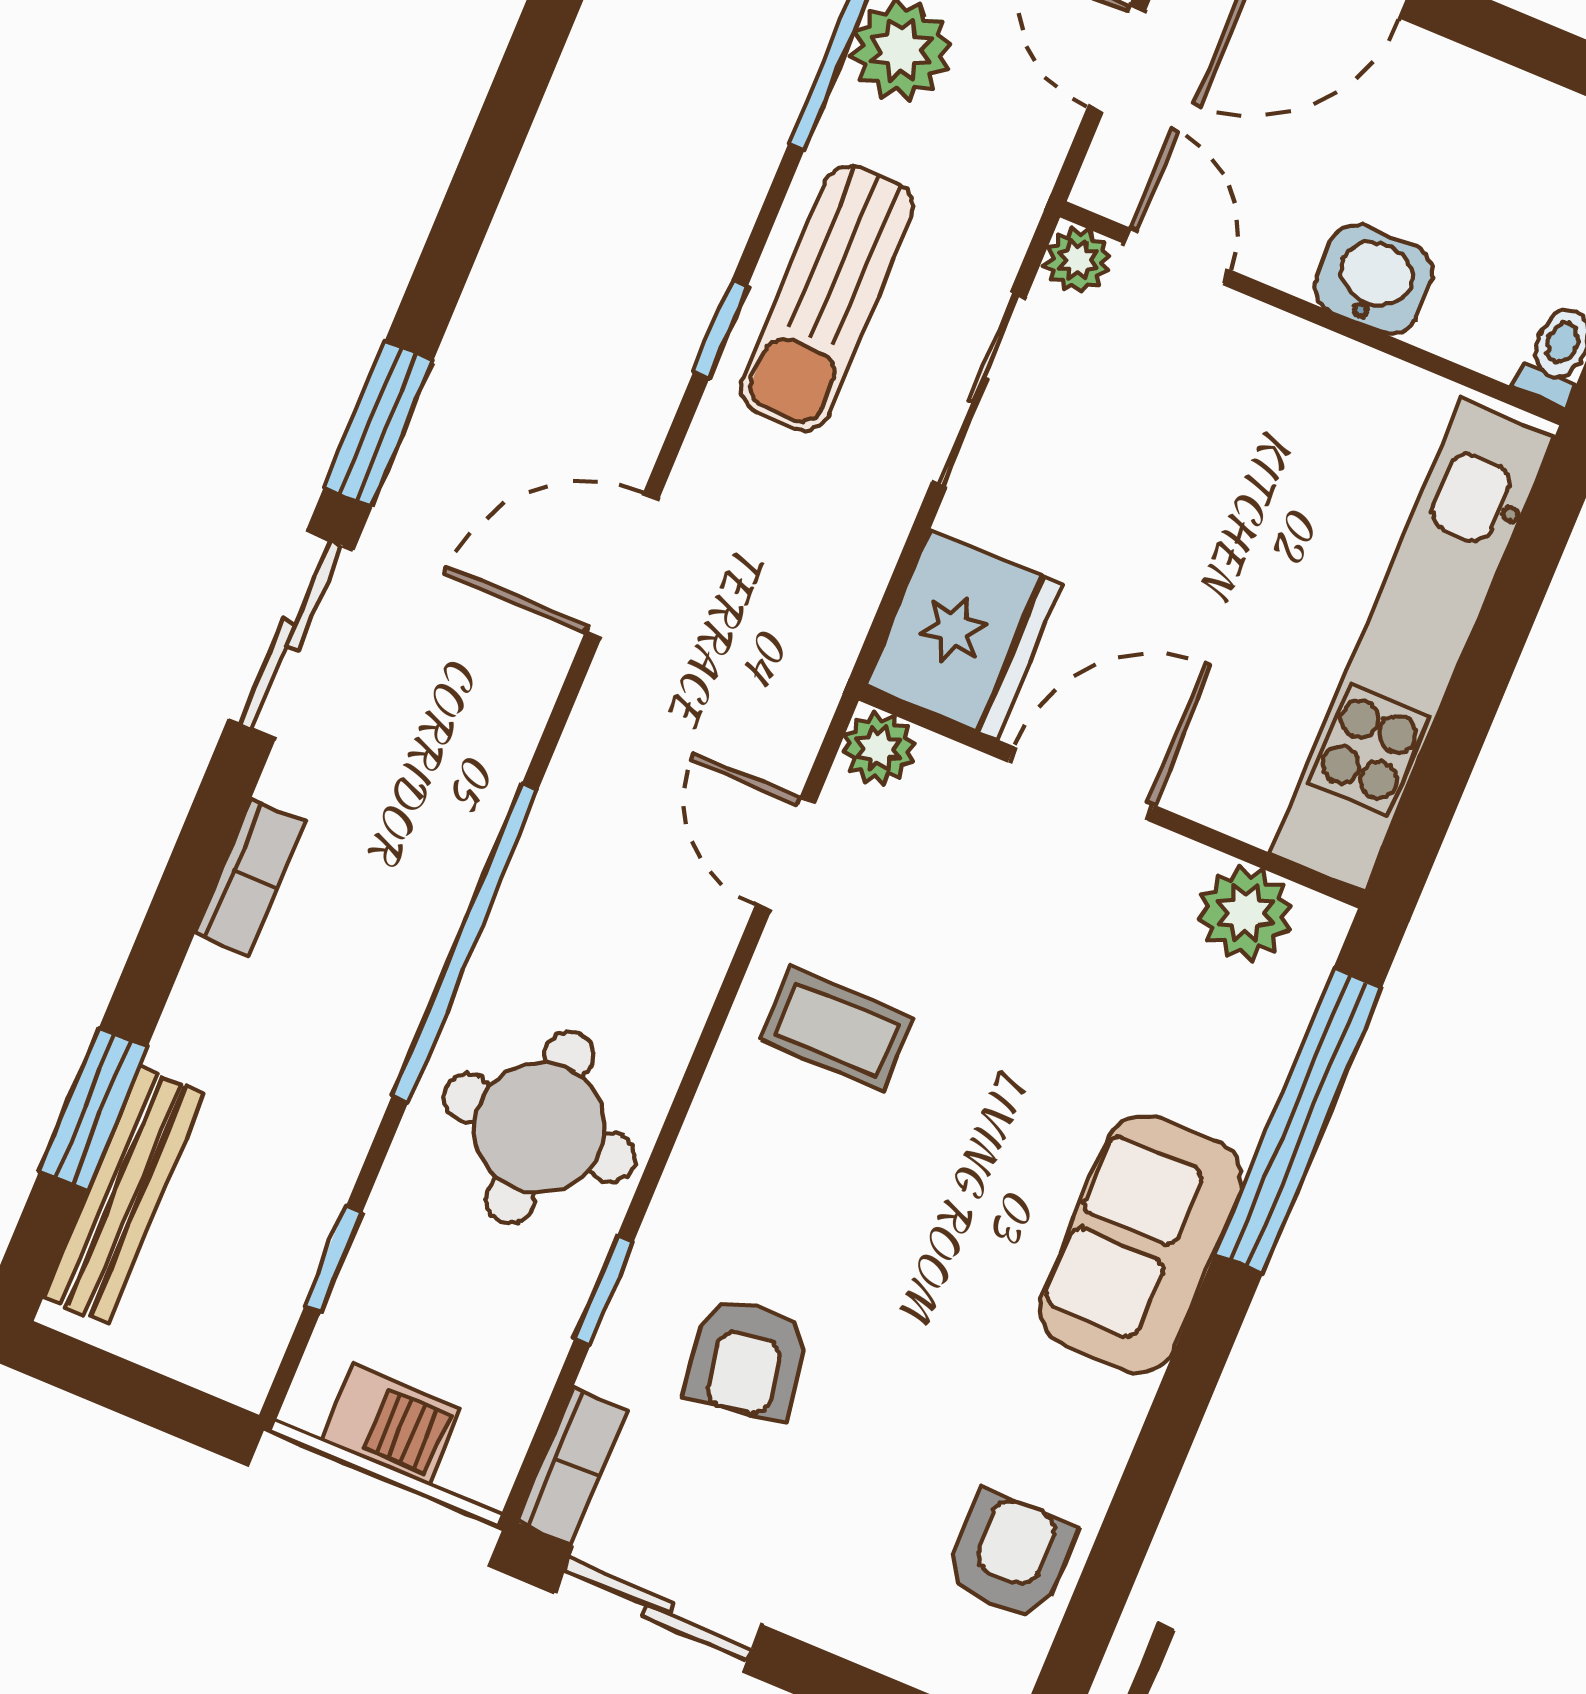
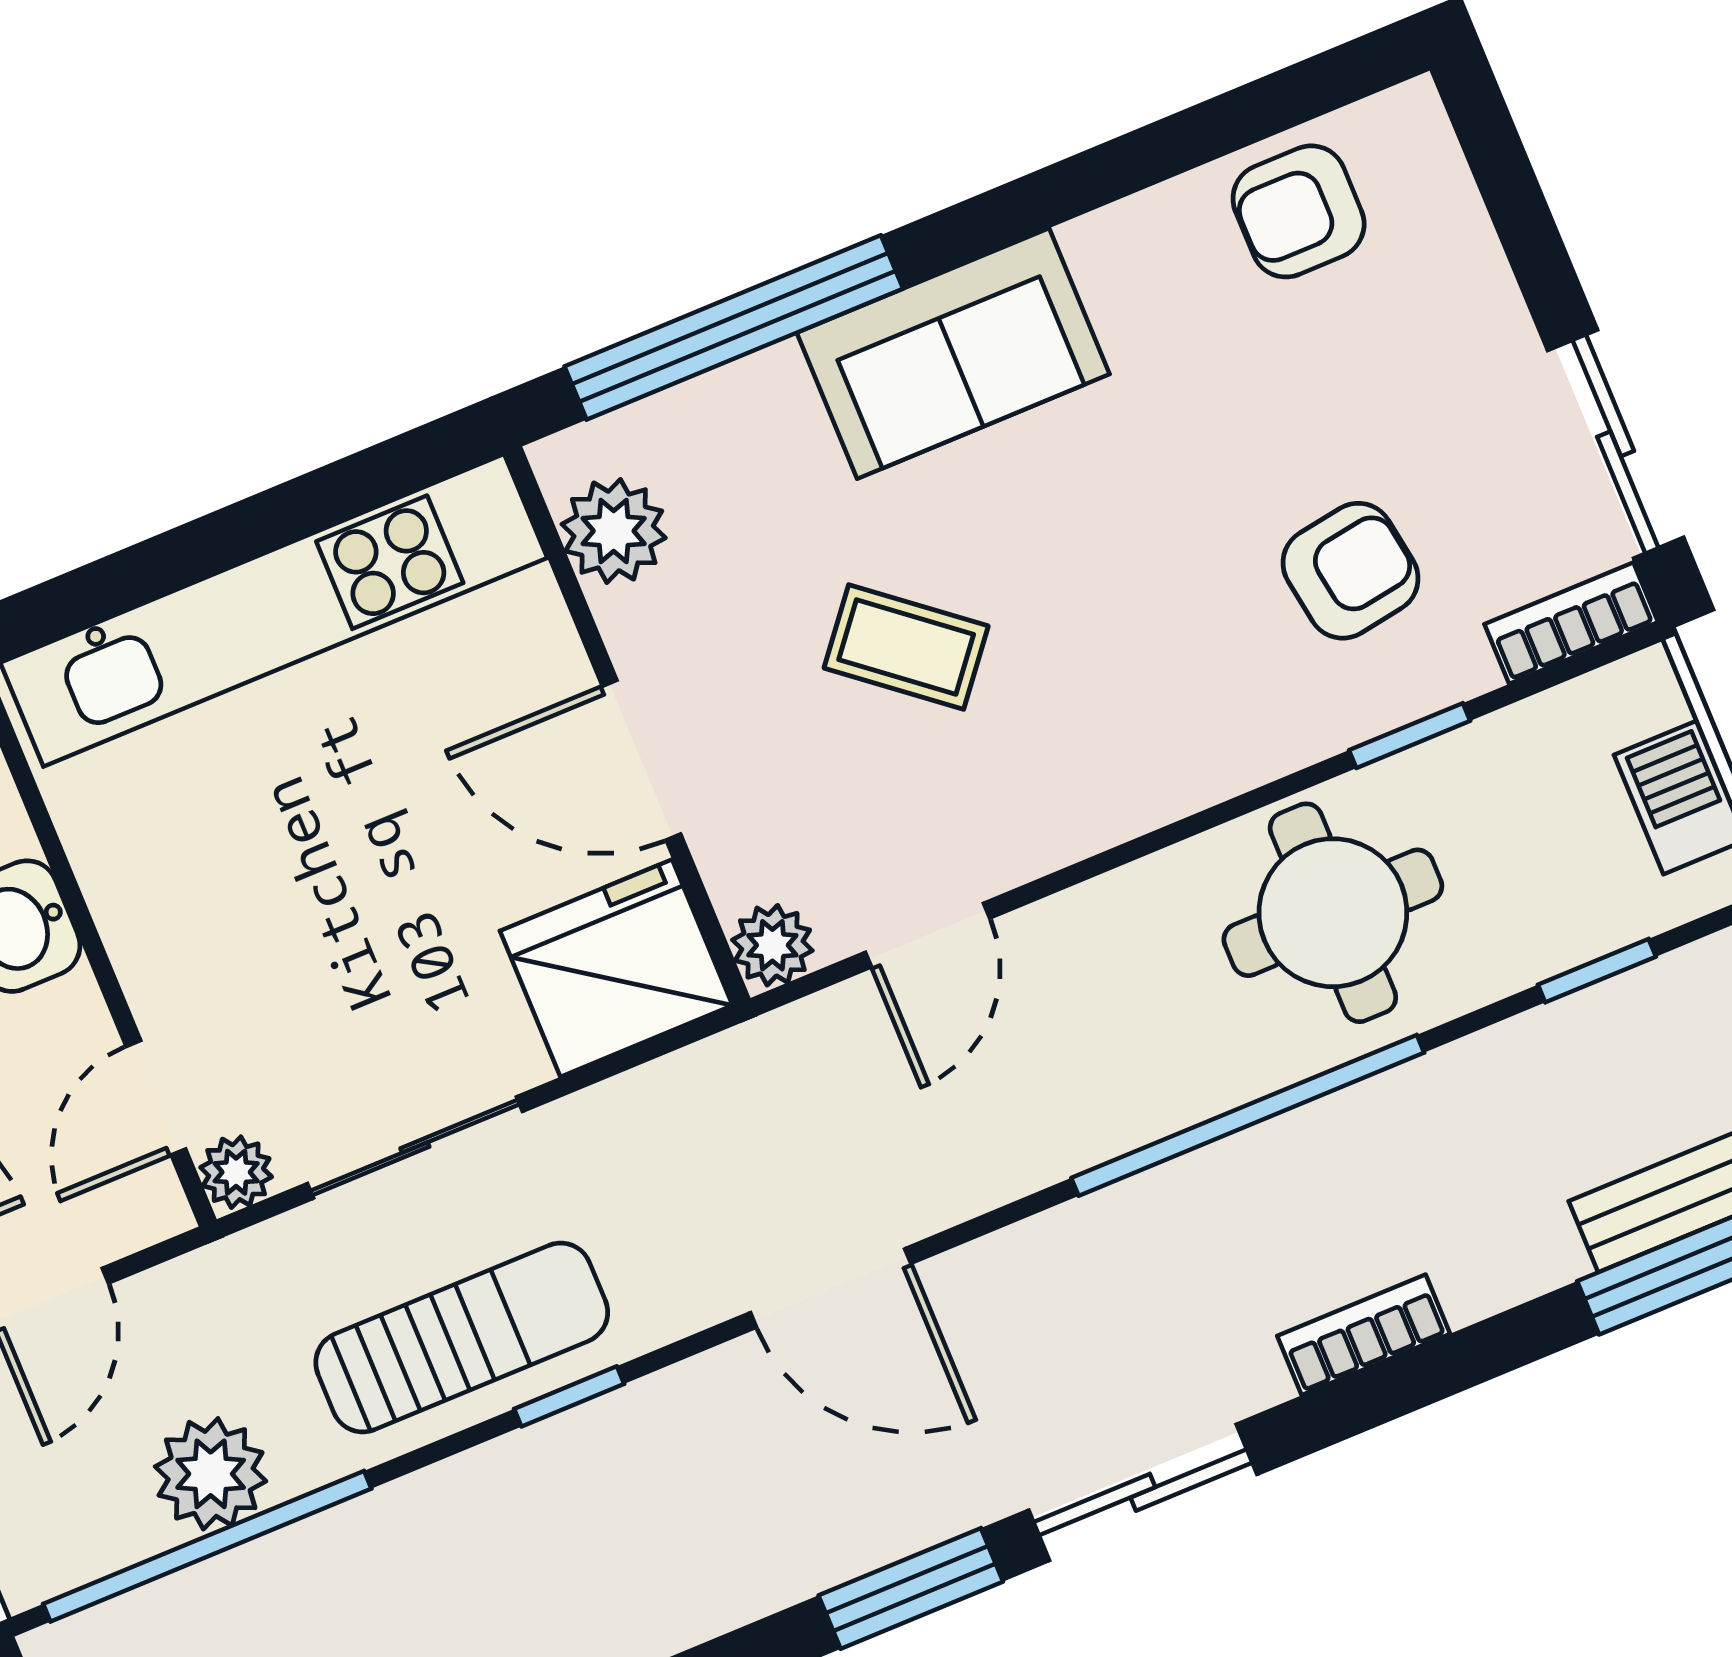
coffee table: (837, 1029) -> (906, 647), moved, turned -51

